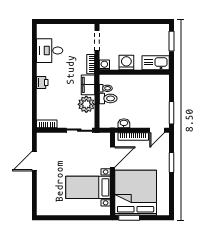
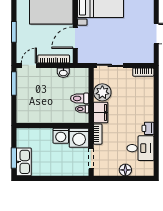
floor lamp: (64, 30) -> (125, 170), added
kitchen sink: (156, 63) -> (24, 162), moved, turned -90
washing machine: (104, 65) -> (79, 138), width x1.89, depth x1.89
printer: (42, 82) -> (148, 128), moved

